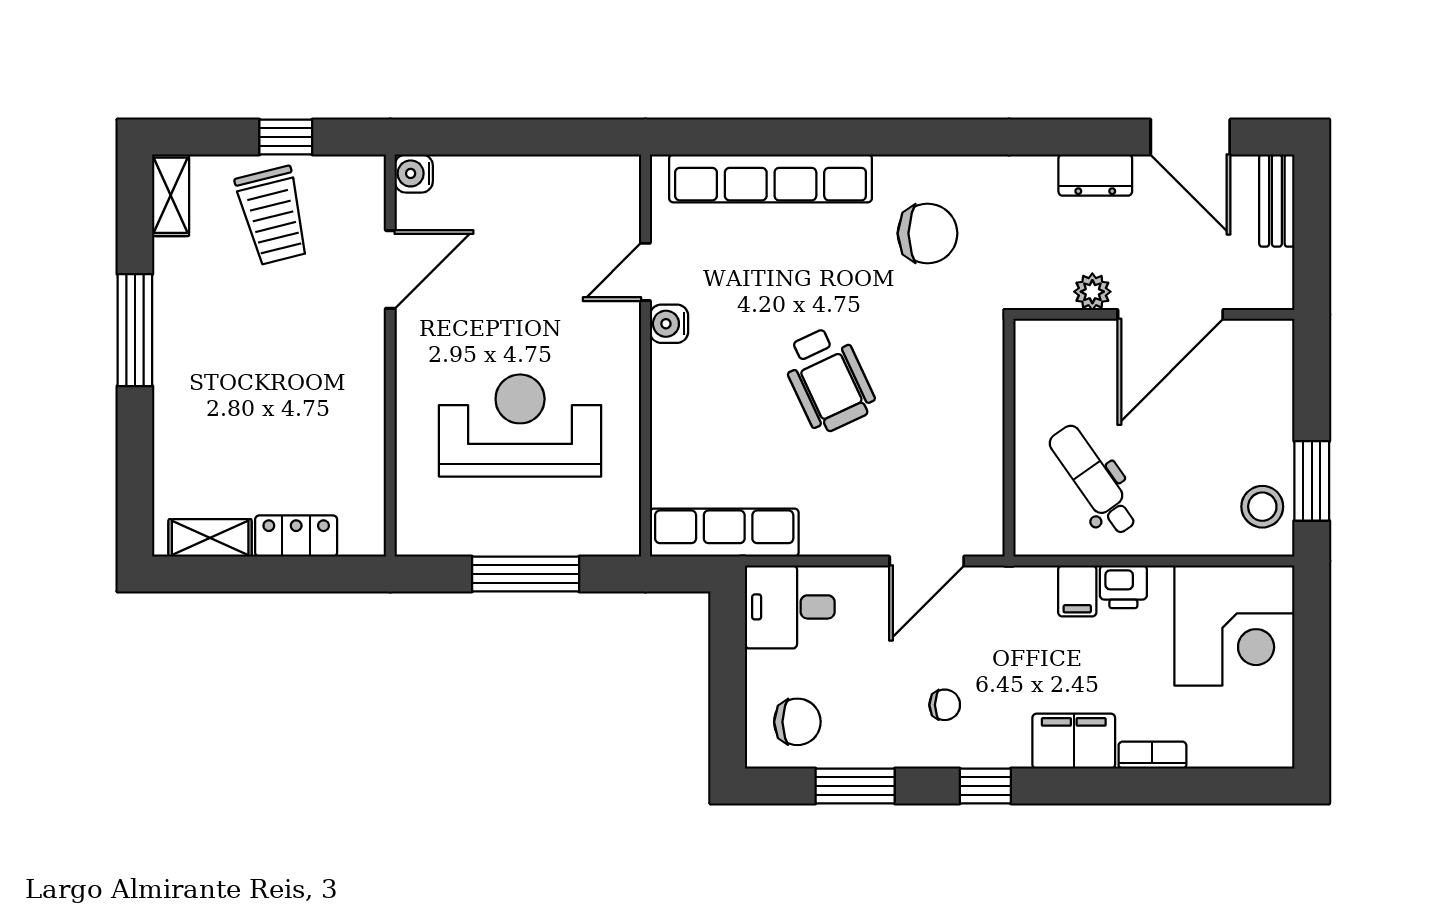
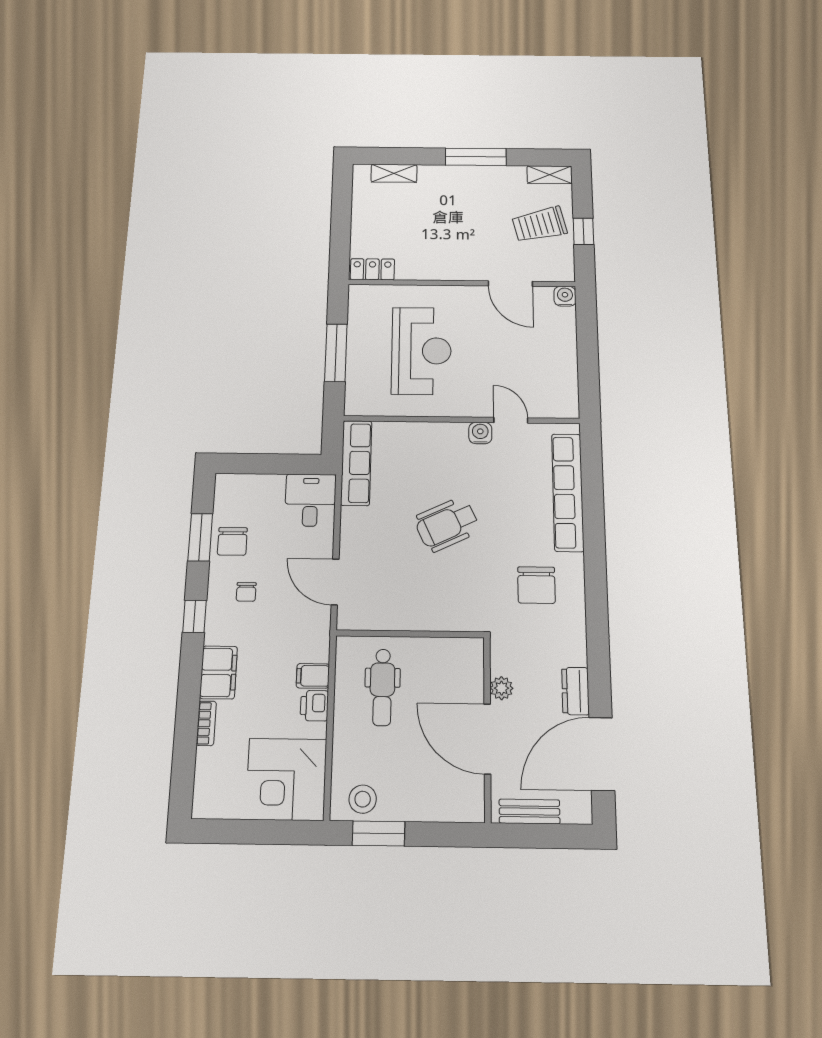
door: (1190, 137) -> (602, 754), width x1.36
bench: (1277, 200) -> (529, 811), moved
dental chair: (1093, 480) -> (382, 687), turned 125
locker: (296, 536) -> (372, 269), moved, turned -90
shelving: (210, 538) -> (394, 173), moved, turned 90
chair: (797, 722) -> (232, 541), moved

